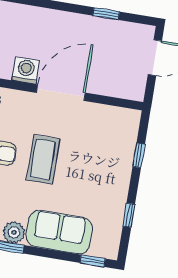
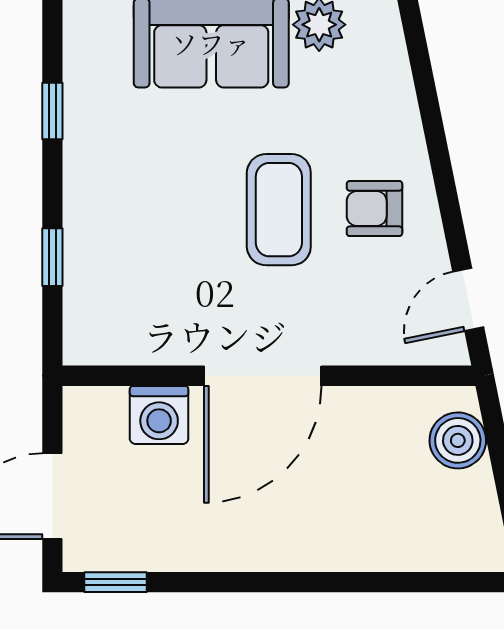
window: (106, 14) -> (115, 582), moved
washing machine: (26, 70) -> (159, 415), moved

